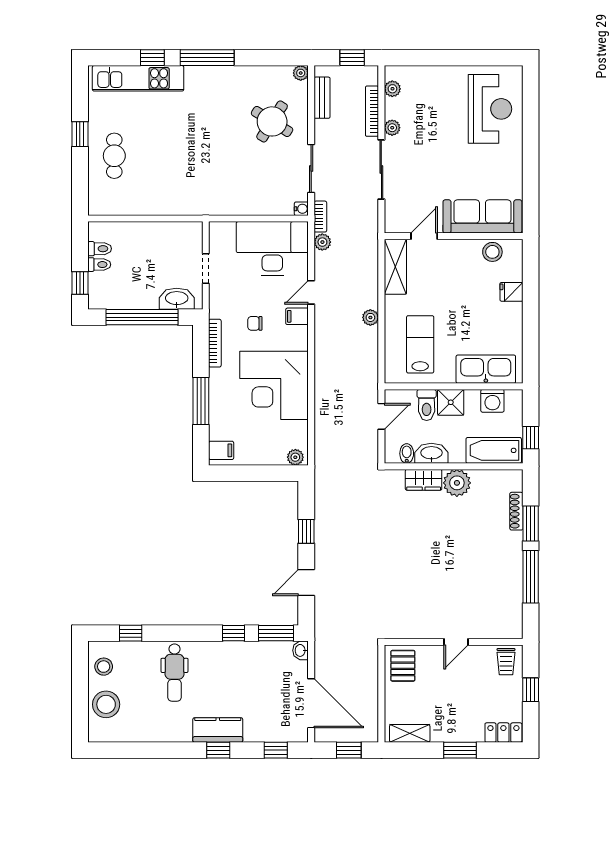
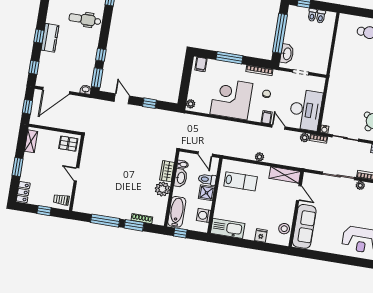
kitchen sink: (486, 369) -> (228, 228), moved, turned -90

